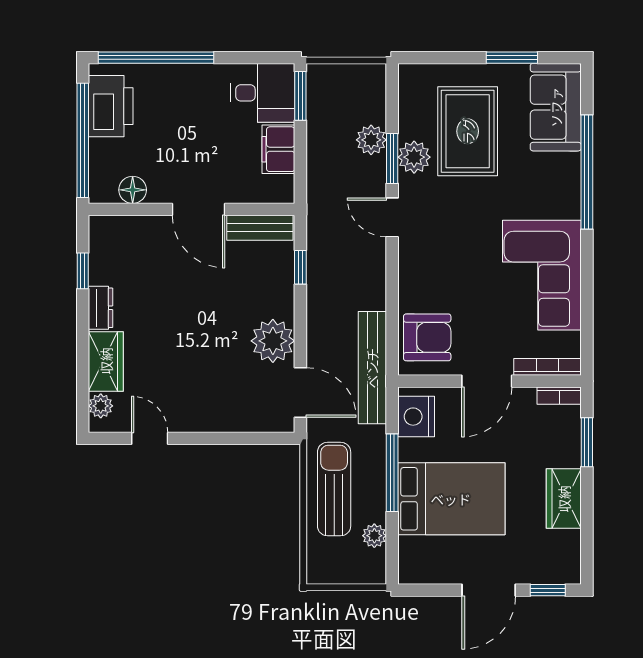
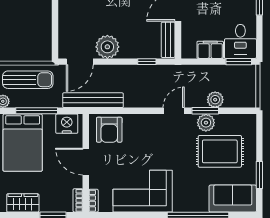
bookcase: (548, 367) -> (93, 201), width x0.64

